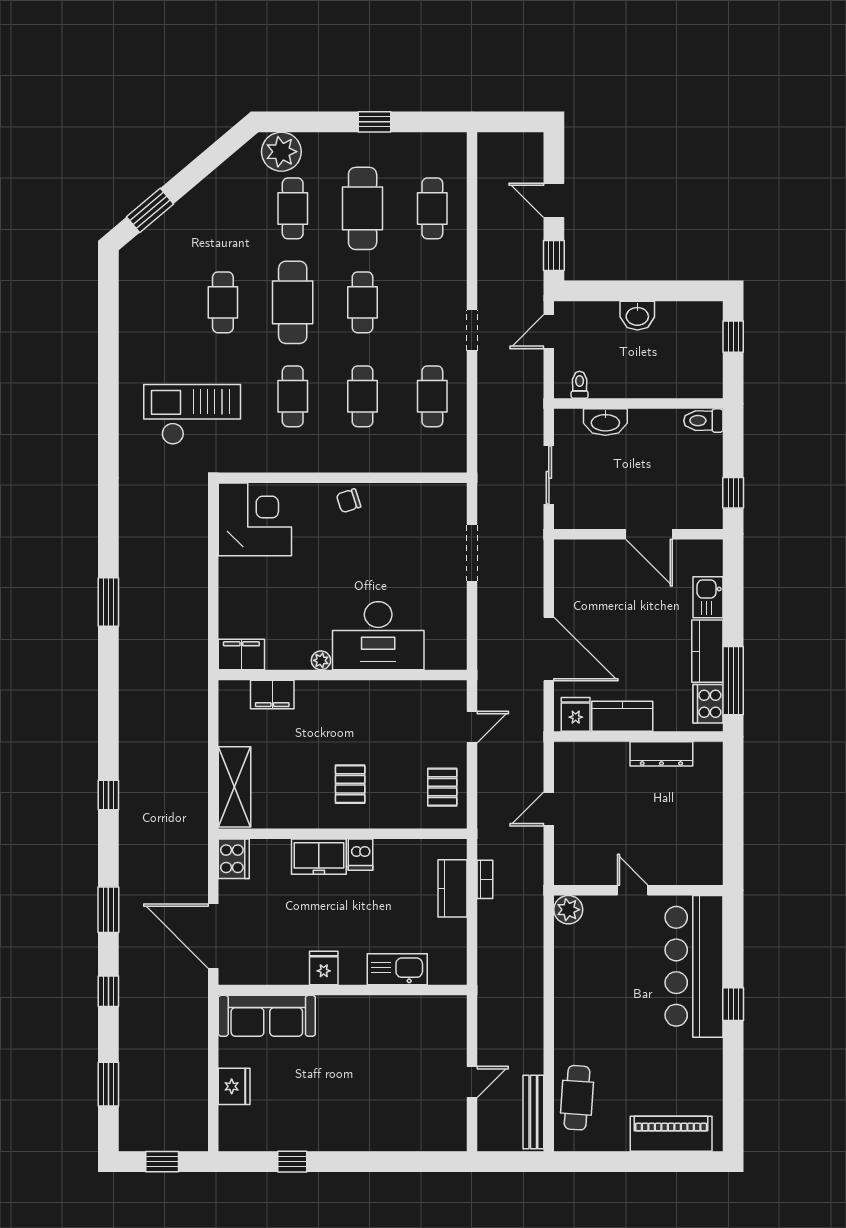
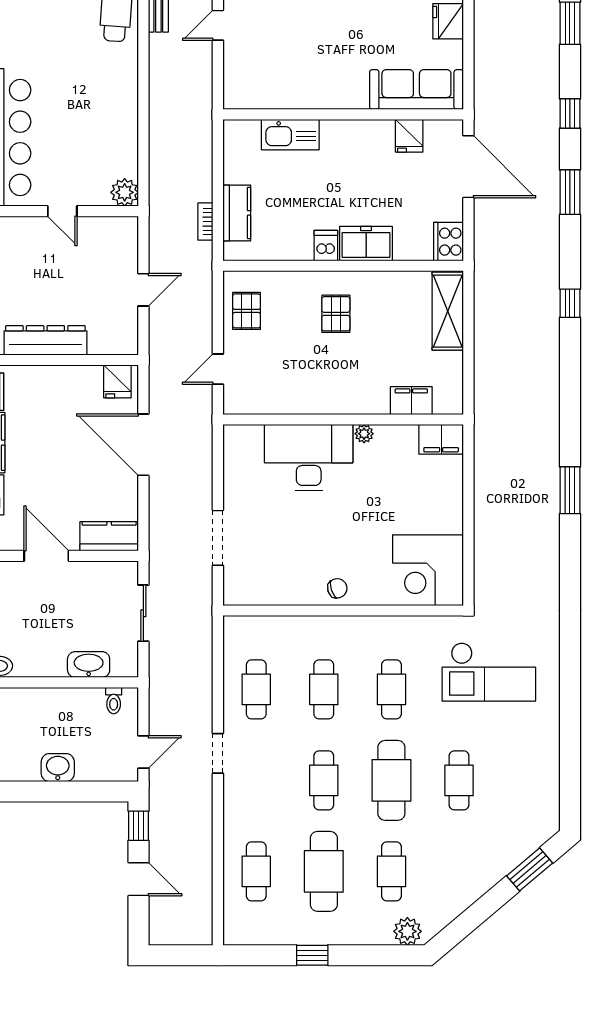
plant: (281, 152) -> (407, 931), width x0.73, depth x0.73
kitchen counter: (622, 716) -> (109, 536), moved, turned 180
dresser: (661, 754) -> (45, 340), width x1.37, depth x1.24
fridge: (324, 968) -> (409, 136), moved

